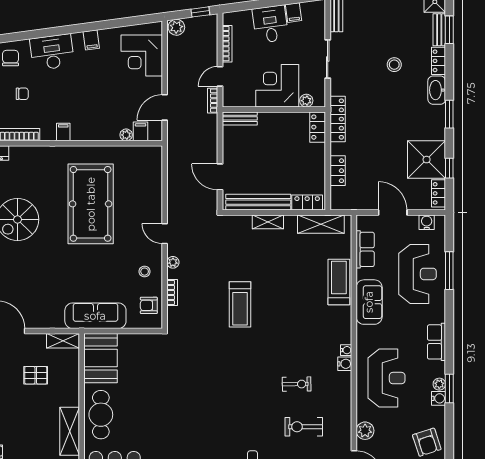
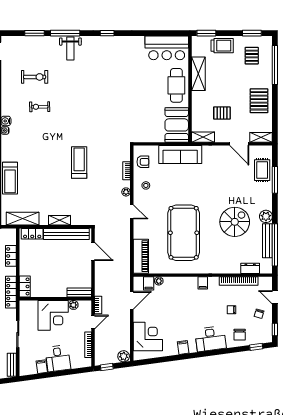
plant: (306, 101) -> (73, 305), moved
piano: (152, 170) -> (141, 256), added

